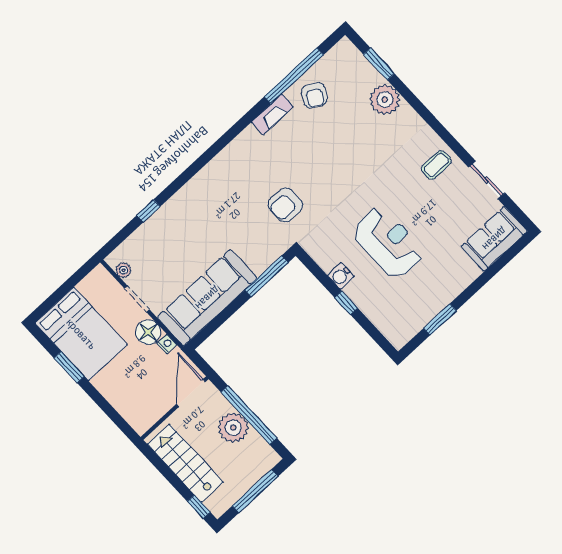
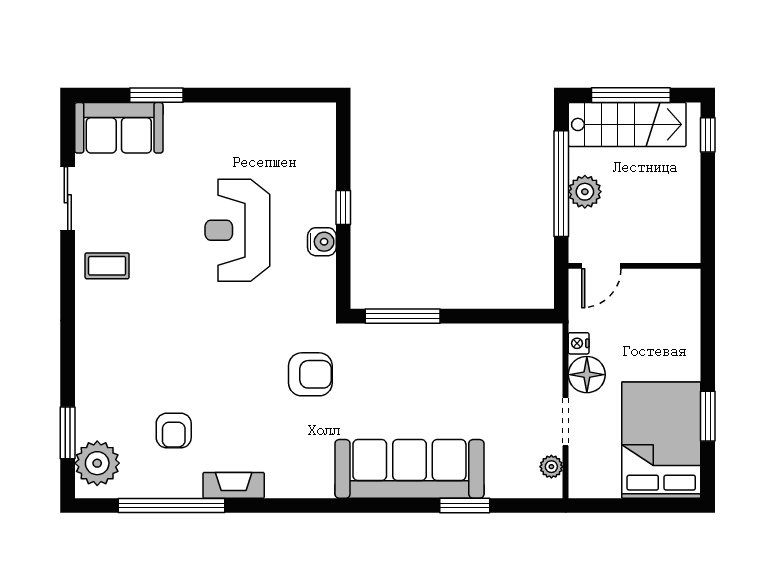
armchair: (314, 95) -> (174, 431), moved, turned 151
plant: (385, 100) -> (97, 463), moved
window: (148, 211) -> (465, 506), width x1.50
sofa: (207, 298) -> (409, 469), moved, turned 180
window: (440, 319) -> (156, 95), moved
door: (191, 393) -> (601, 266), width x0.73
plant: (233, 428) -> (585, 192), width x0.73, depth x0.73
stairs: (185, 463) -> (627, 124), moved, turned -90

